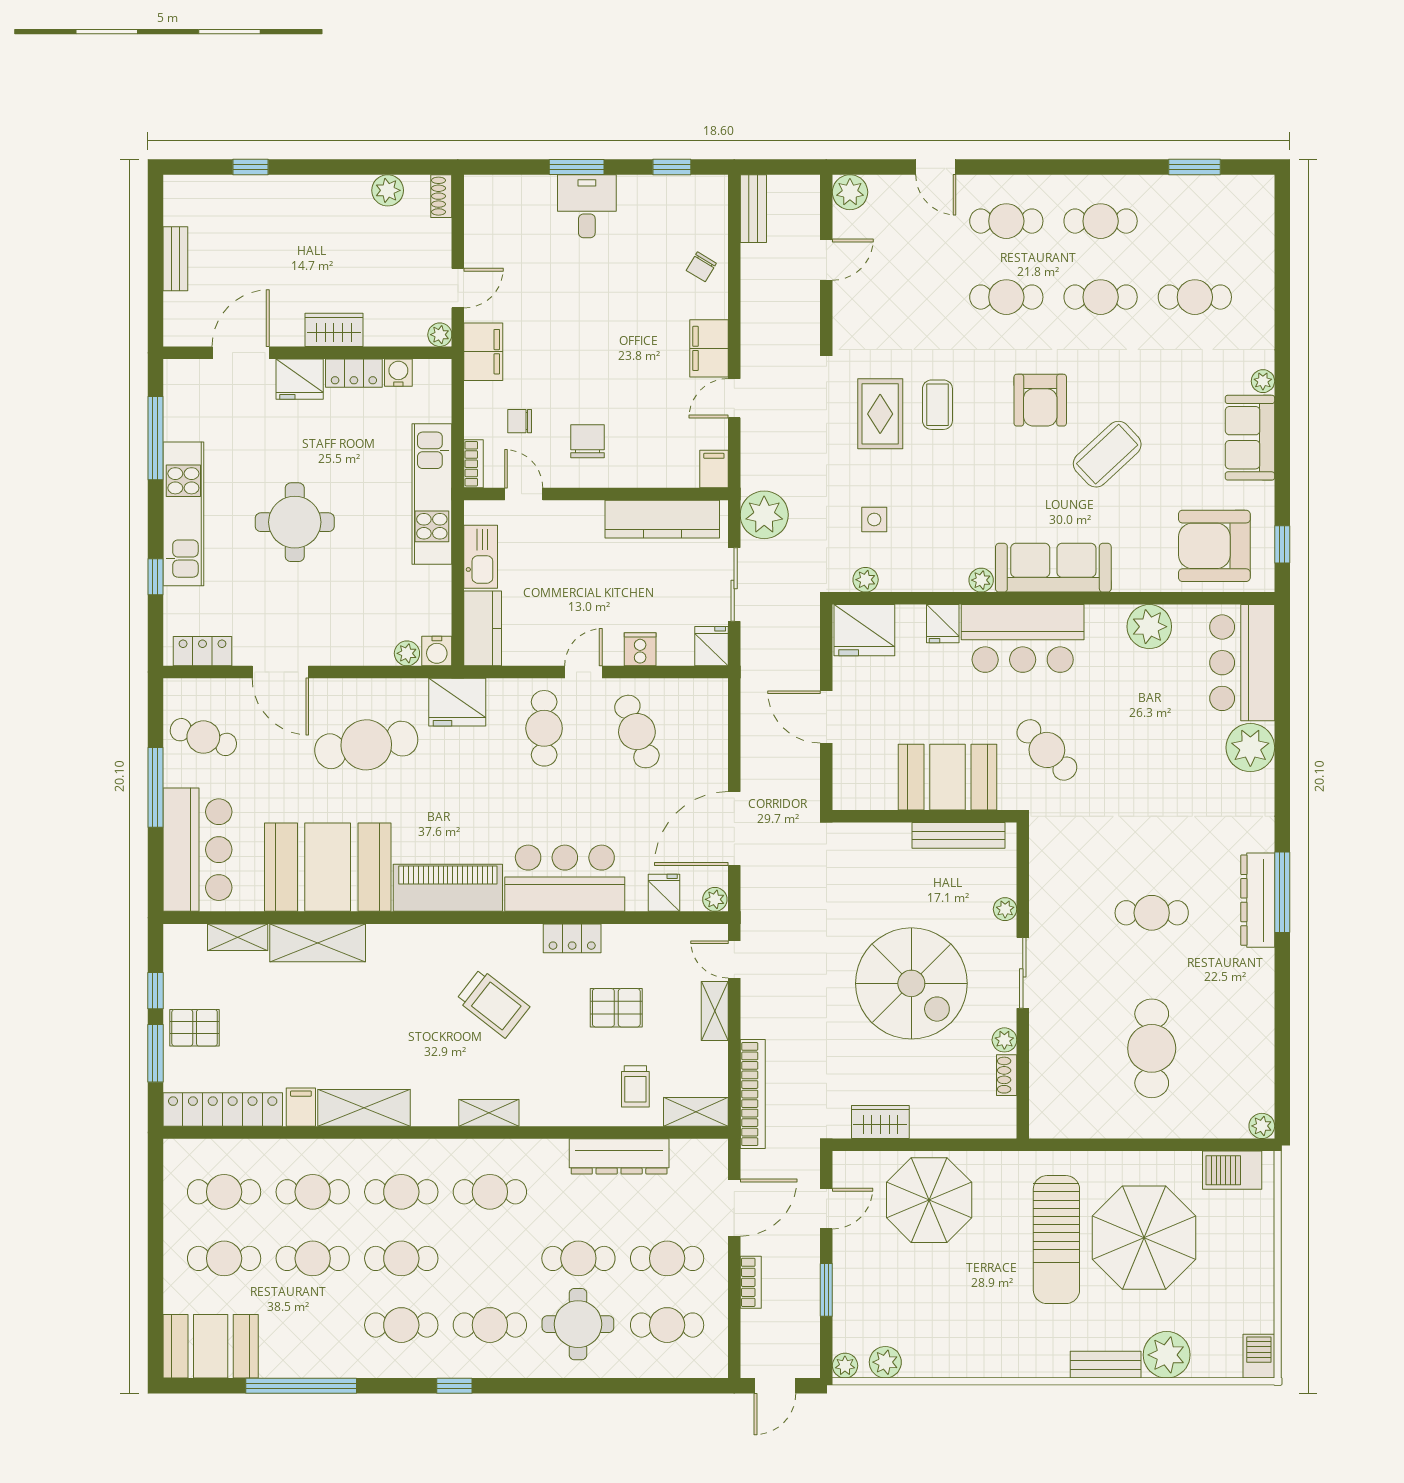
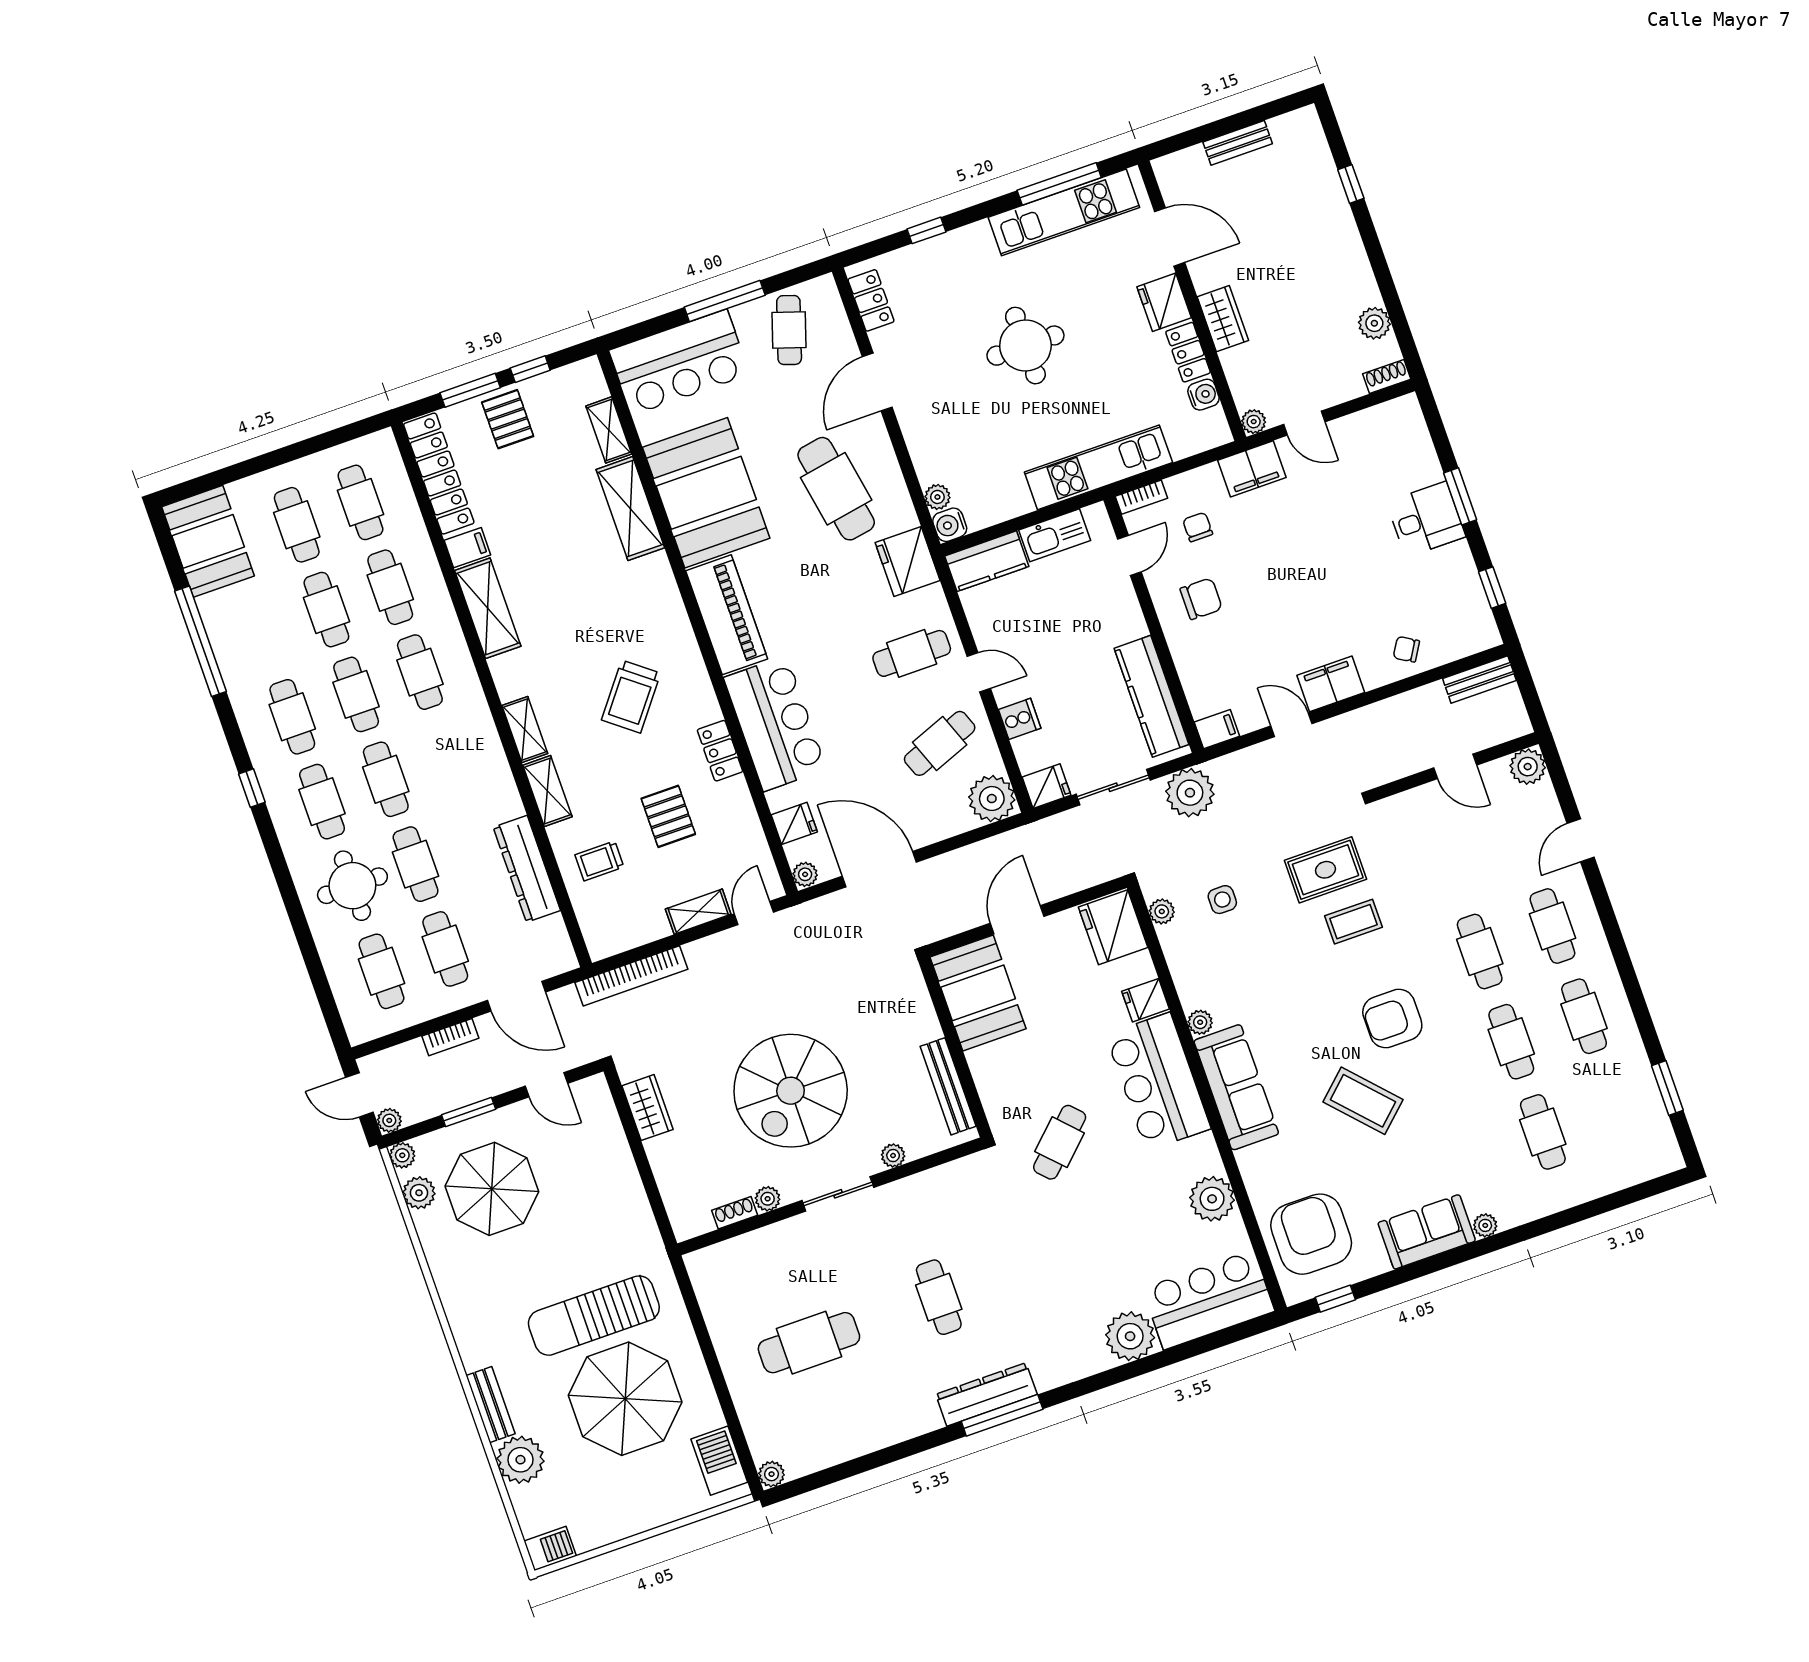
kitchen unit: (183, 514) -> (1064, 212), moved
plant: (705, 701) -> (992, 799), added
booth: (947, 777) -> (978, 993), moved
shelving: (696, 1112) -> (547, 791), moved
cafe table: (490, 1192) -> (386, 779), moved
parasol: (929, 1200) -> (492, 1189), moved
plant: (808, 1366) -> (389, 1120), added

